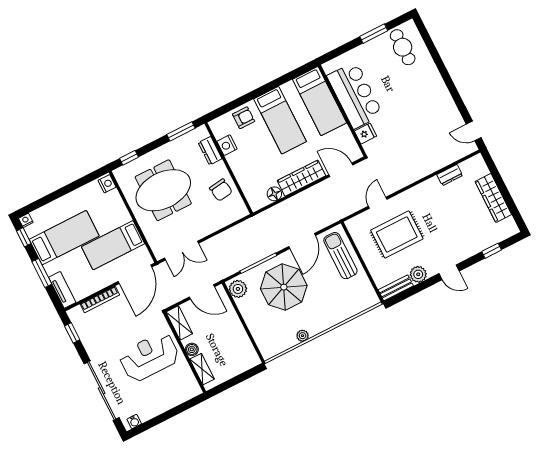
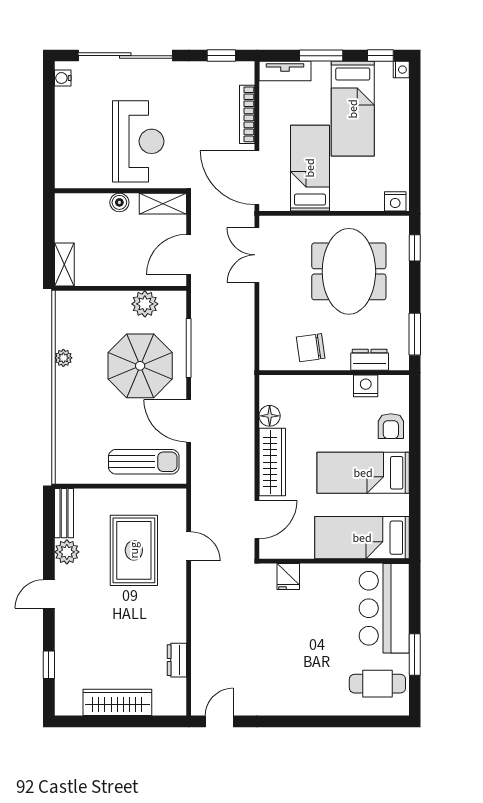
bar counter: (355, 95) -> (384, 608), moved, turned 90
plant: (238, 289) -> (145, 304), moved
shelving: (202, 369) -> (64, 265), moved, turned 90

